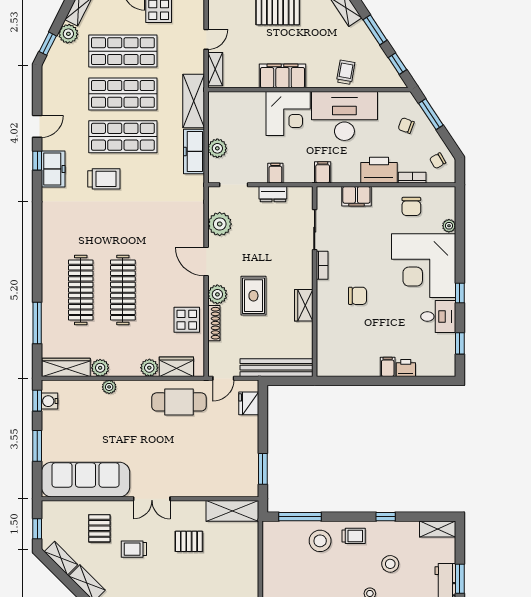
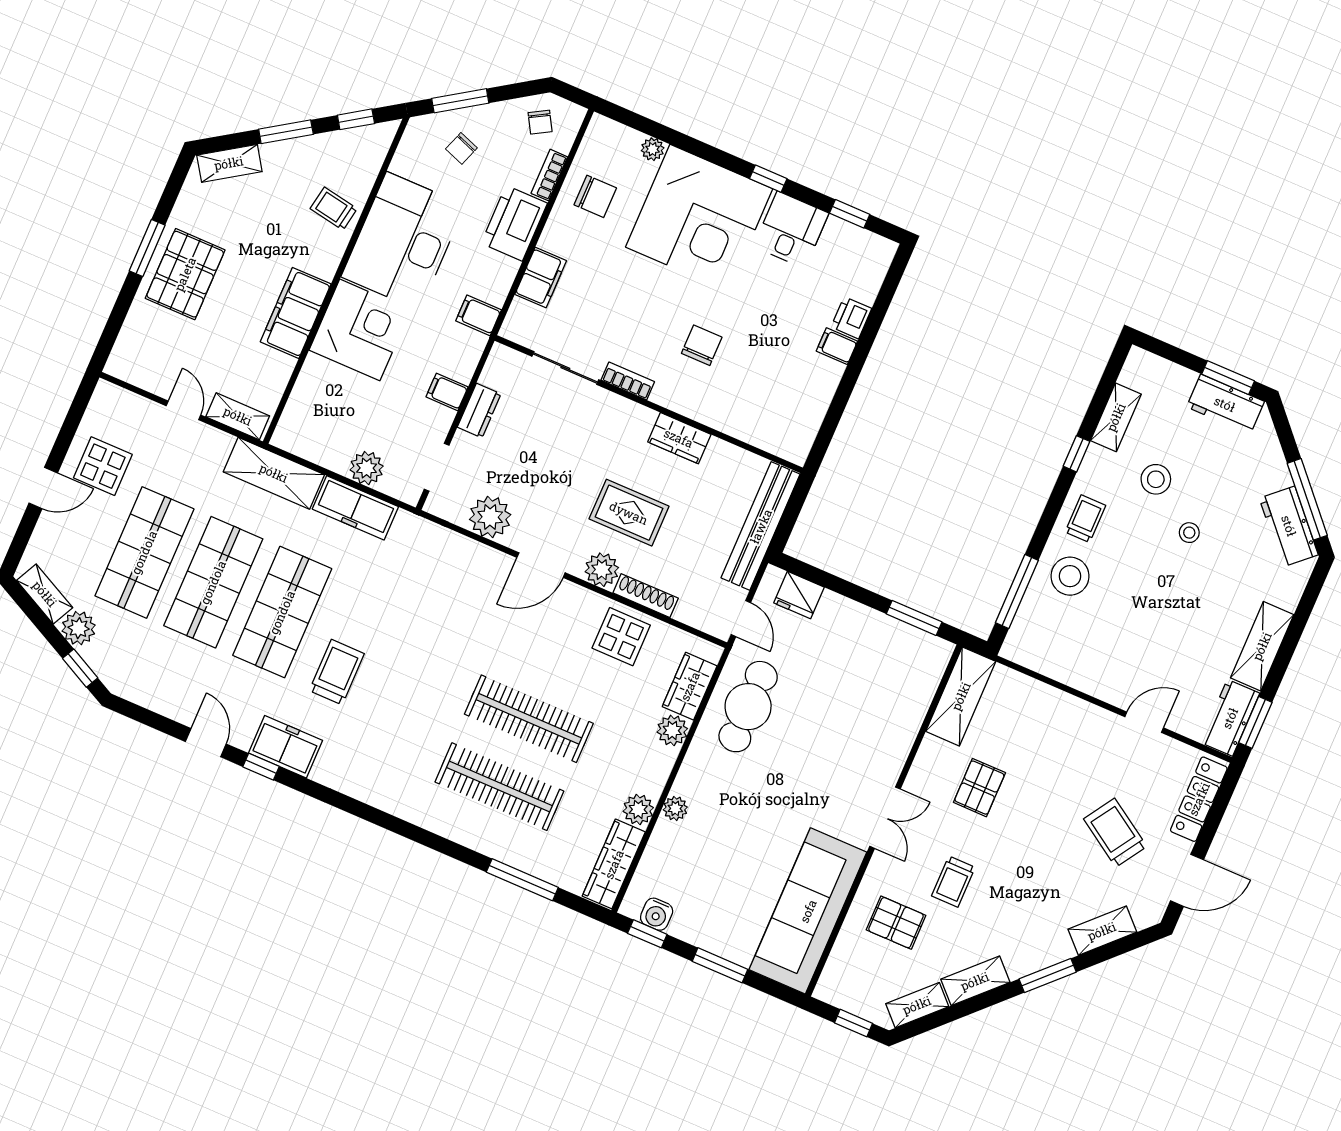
shelving: (438, 529) -> (1116, 417), moved

